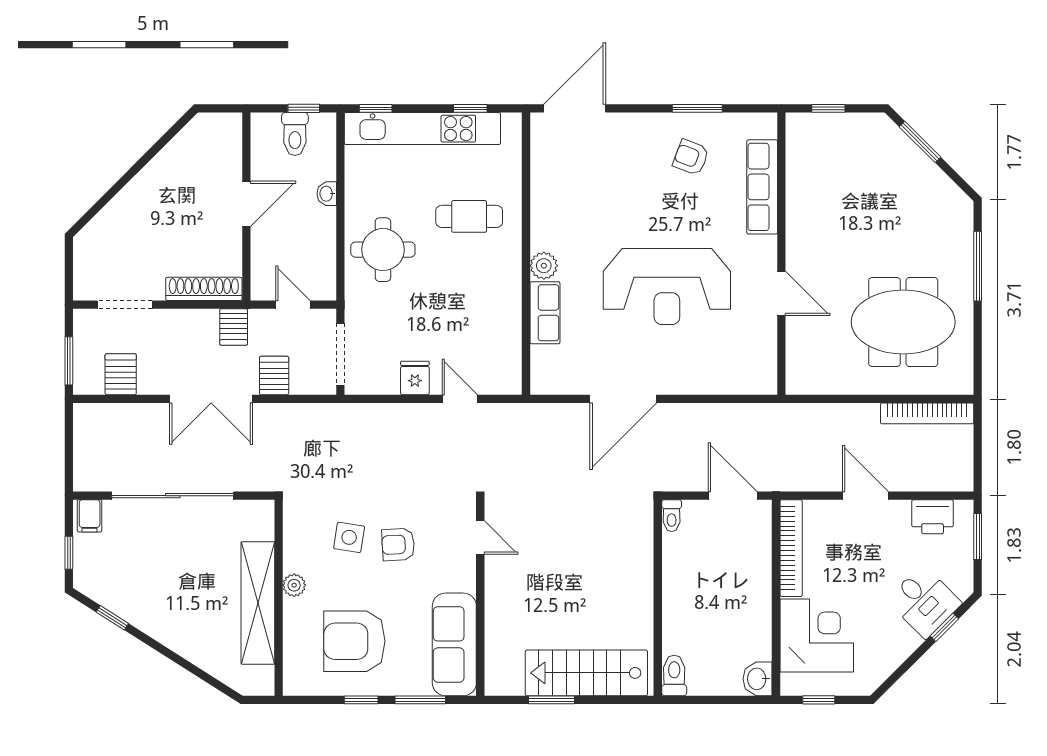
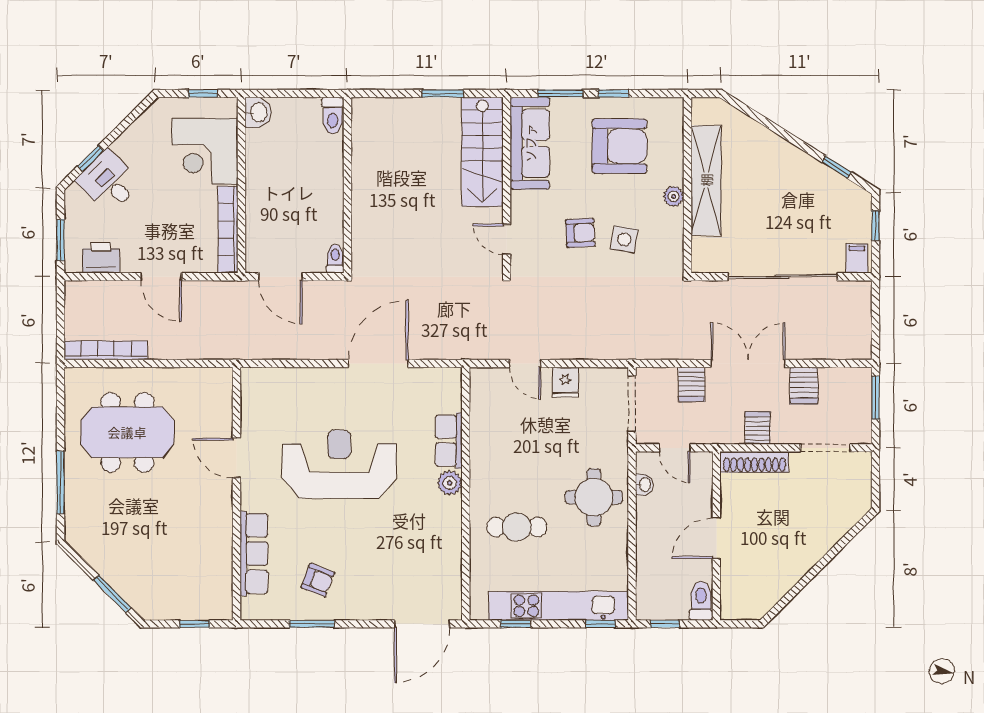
toilet: (295, 134) -> (701, 601), moved
washbasin: (327, 194) -> (644, 485), moved
server rack: (234, 327) -> (758, 428), moved
server rack: (121, 374) -> (804, 386), moved
stairs: (586, 673) -> (482, 152), moved, turned 90

